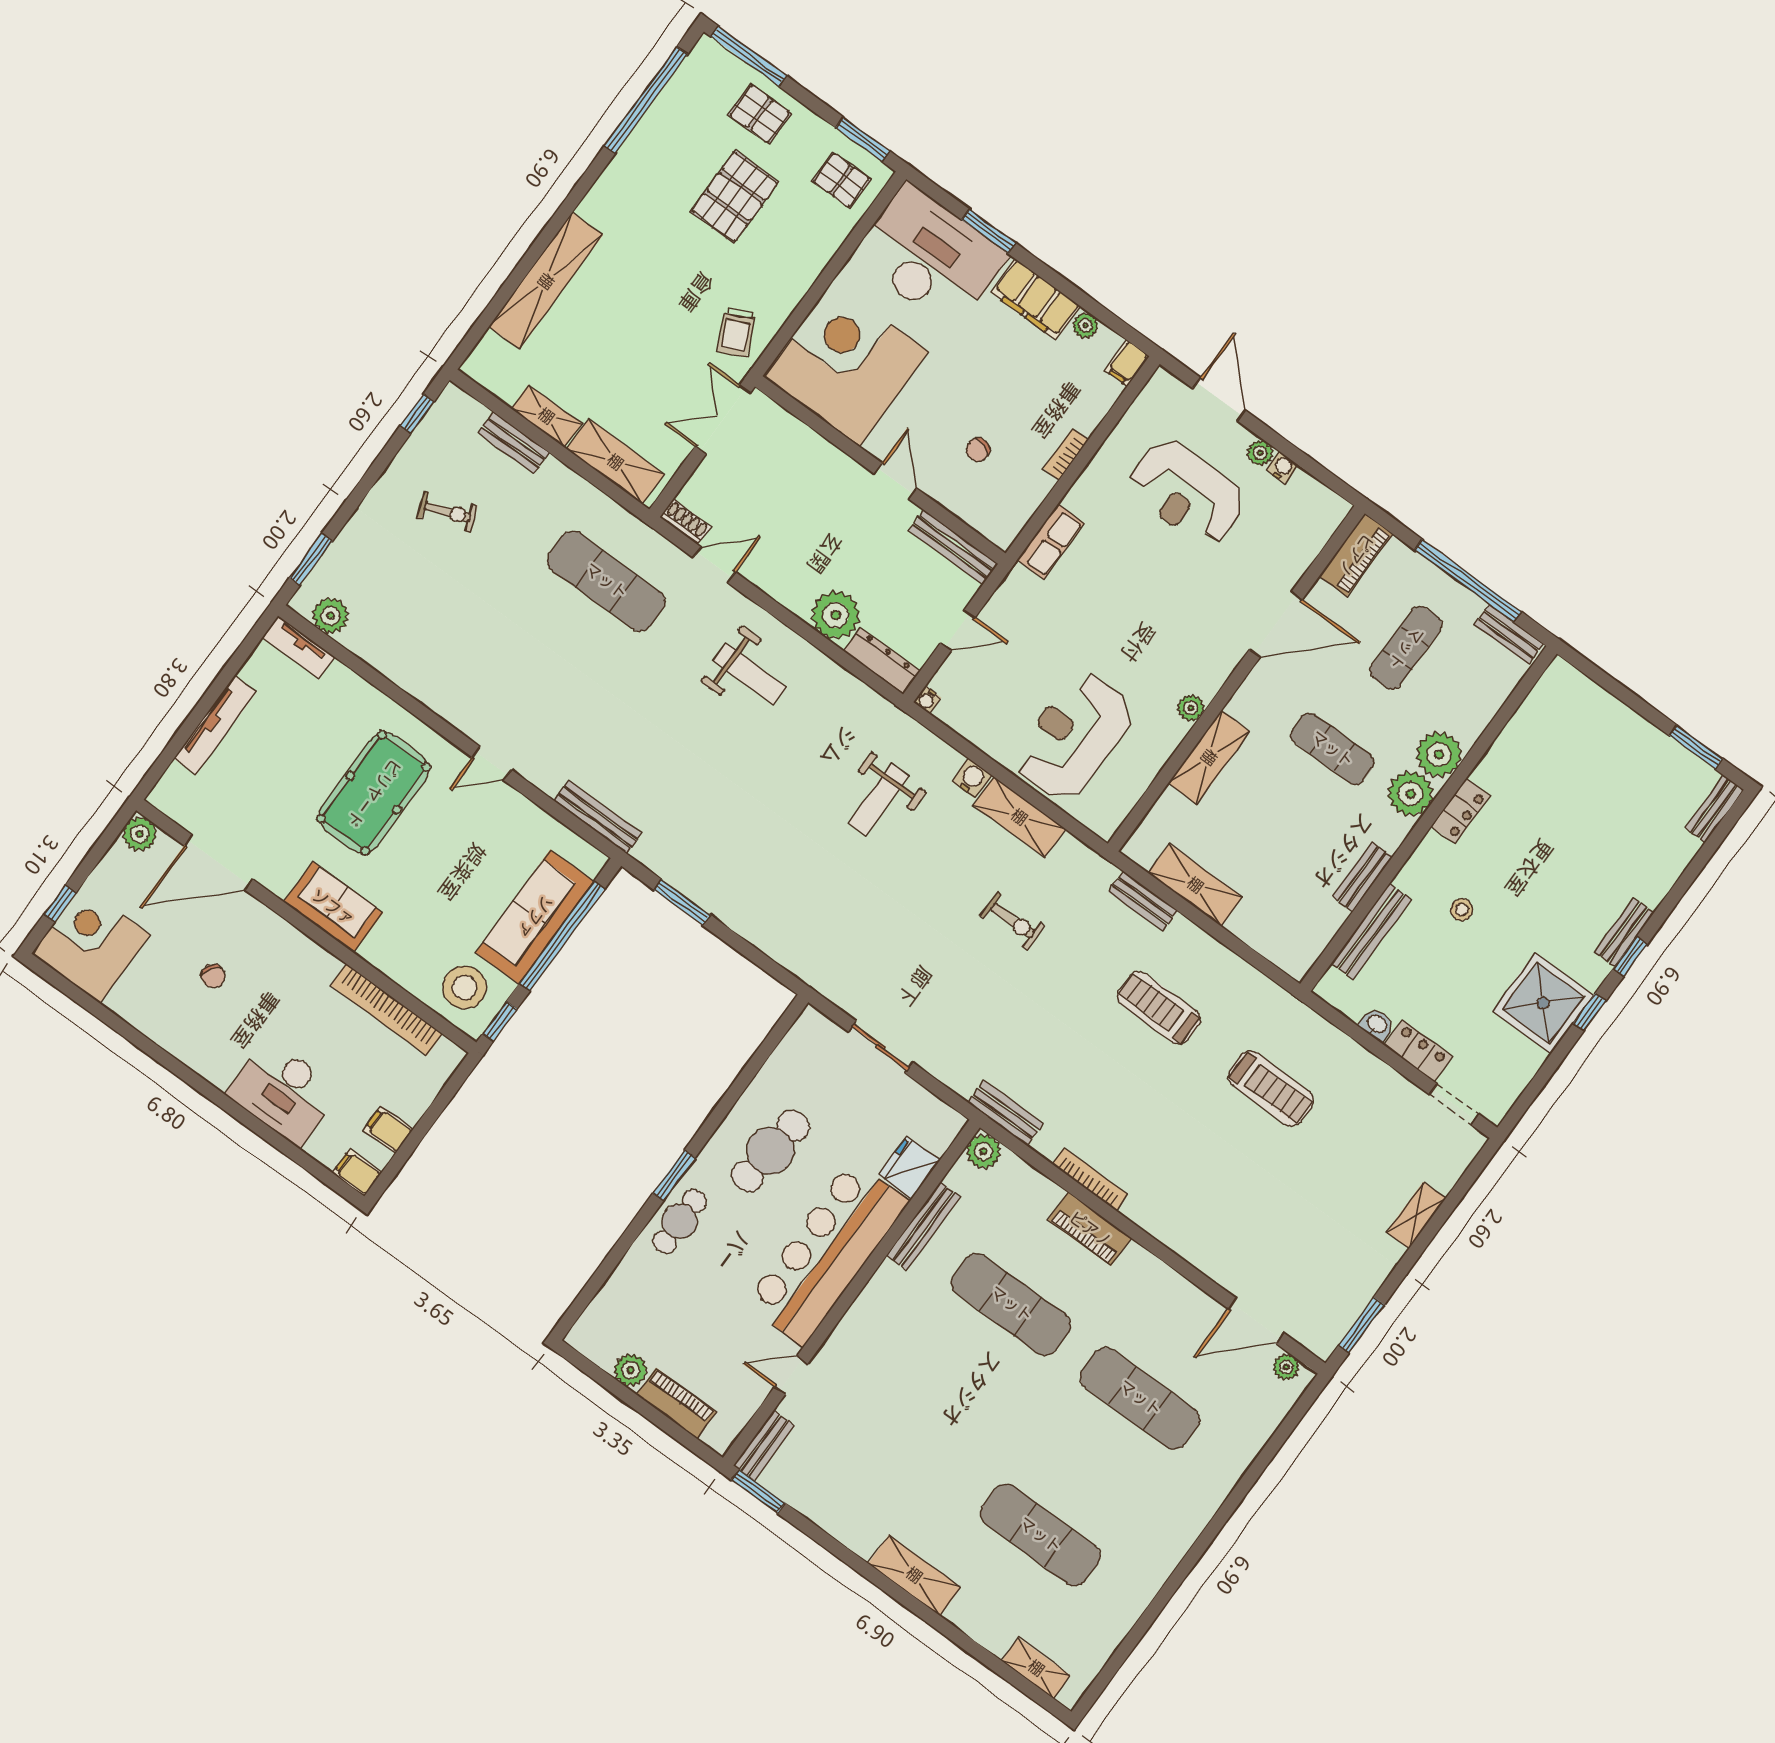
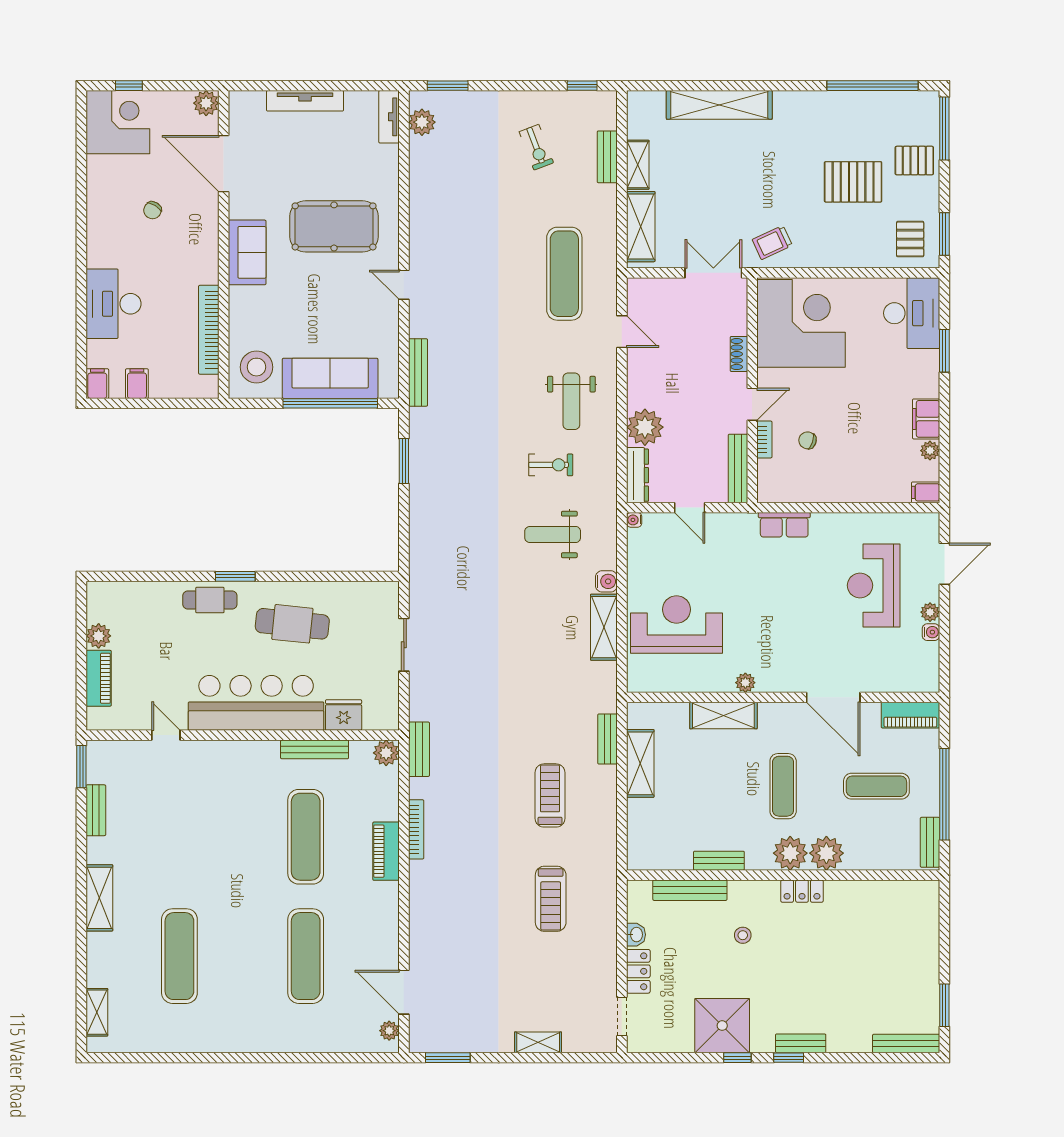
pallet: (760, 114) -> (914, 161), turned 90
desk: (930, 256) -> (912, 313), width x0.73, depth x0.77
filing cabinet: (1036, 299) -> (926, 419), width x0.67, depth x0.86
bookcase: (1066, 454) -> (764, 439), moved, turned 90
shoe rack: (685, 522) -> (739, 354), moved, turned 180
bench: (1714, 809) -> (906, 1044), width x1.36
exercise bike: (1013, 921) -> (551, 465), moved, turned -90
window: (500, 1021) -> (252, 403), removed
bench: (764, 1445) -> (96, 810), moved, turned 90

